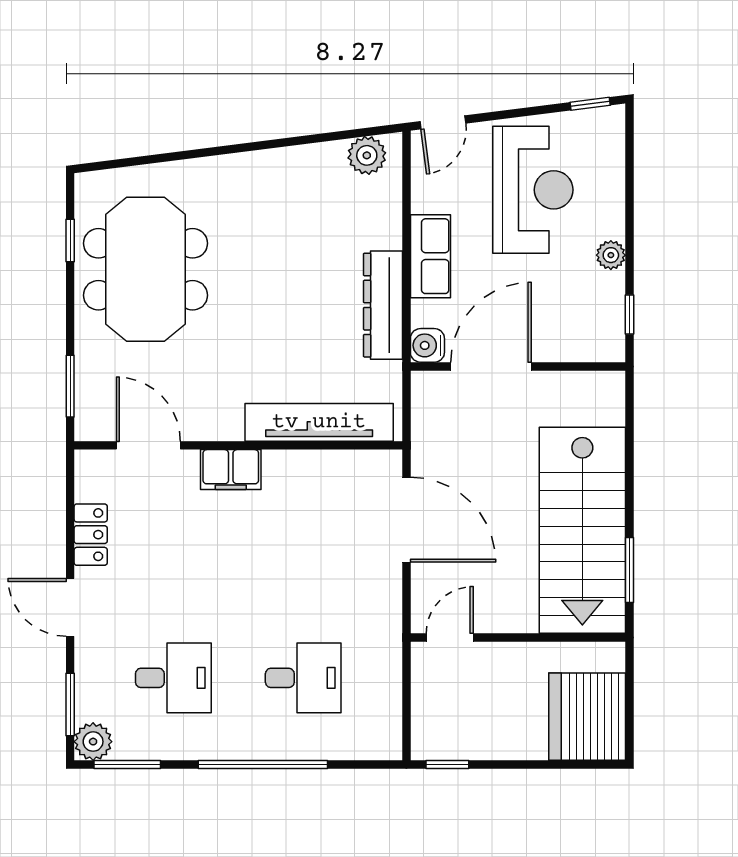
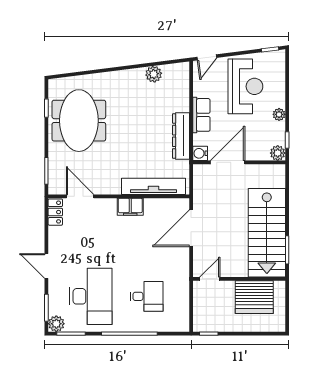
plant: (367, 155) -> (154, 74), moved
plant: (608, 345) -> (278, 153), added
filing cabinet: (231, 470) -> (130, 207), moved
door: (406, 520) -> (191, 228), swing flipped
locker: (91, 535) -> (55, 212), moved
desk: (173, 678) -> (91, 296), width x1.87, depth x1.30
server rack: (587, 717) -> (254, 297), moved, turned -90

